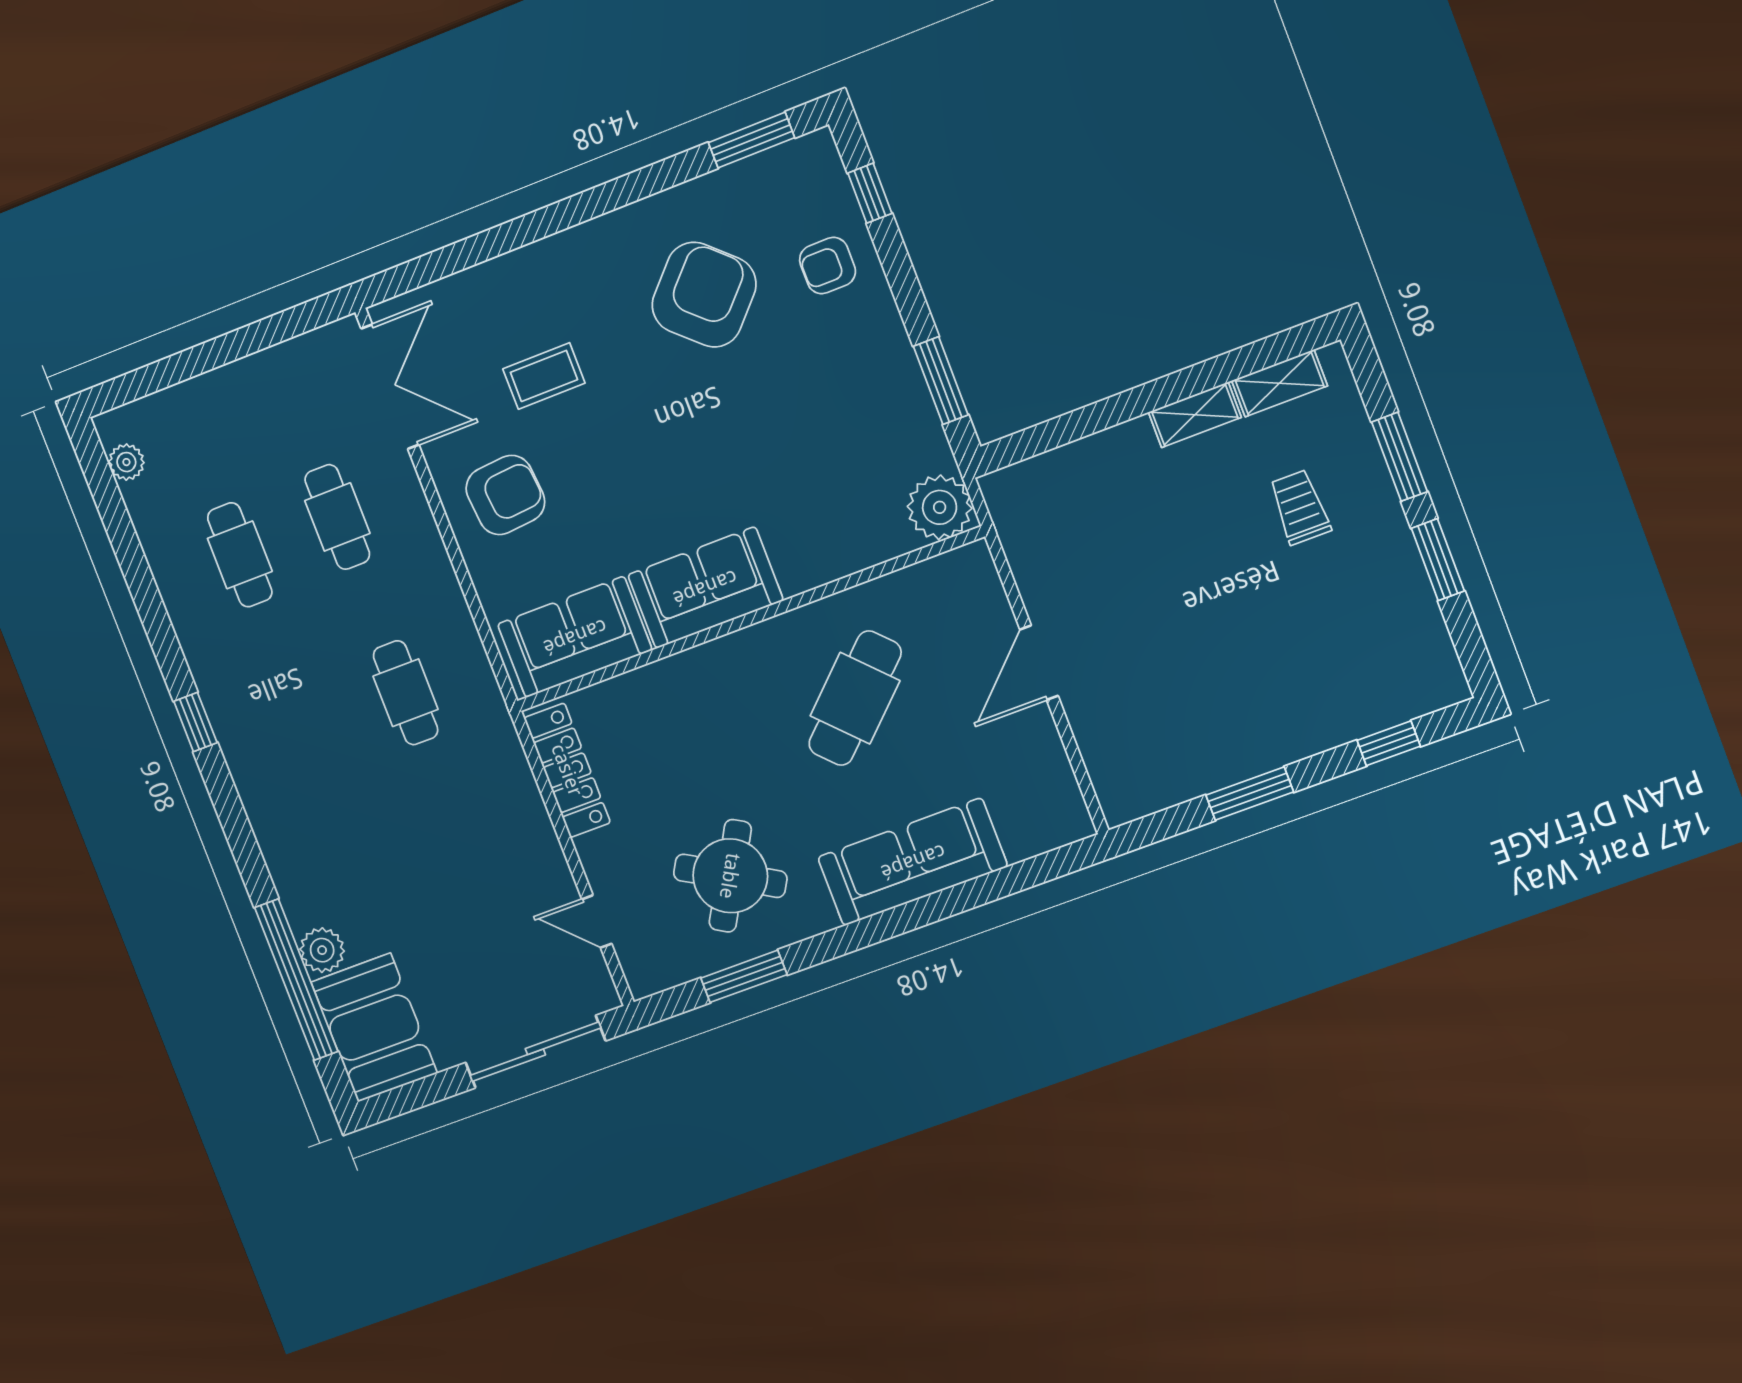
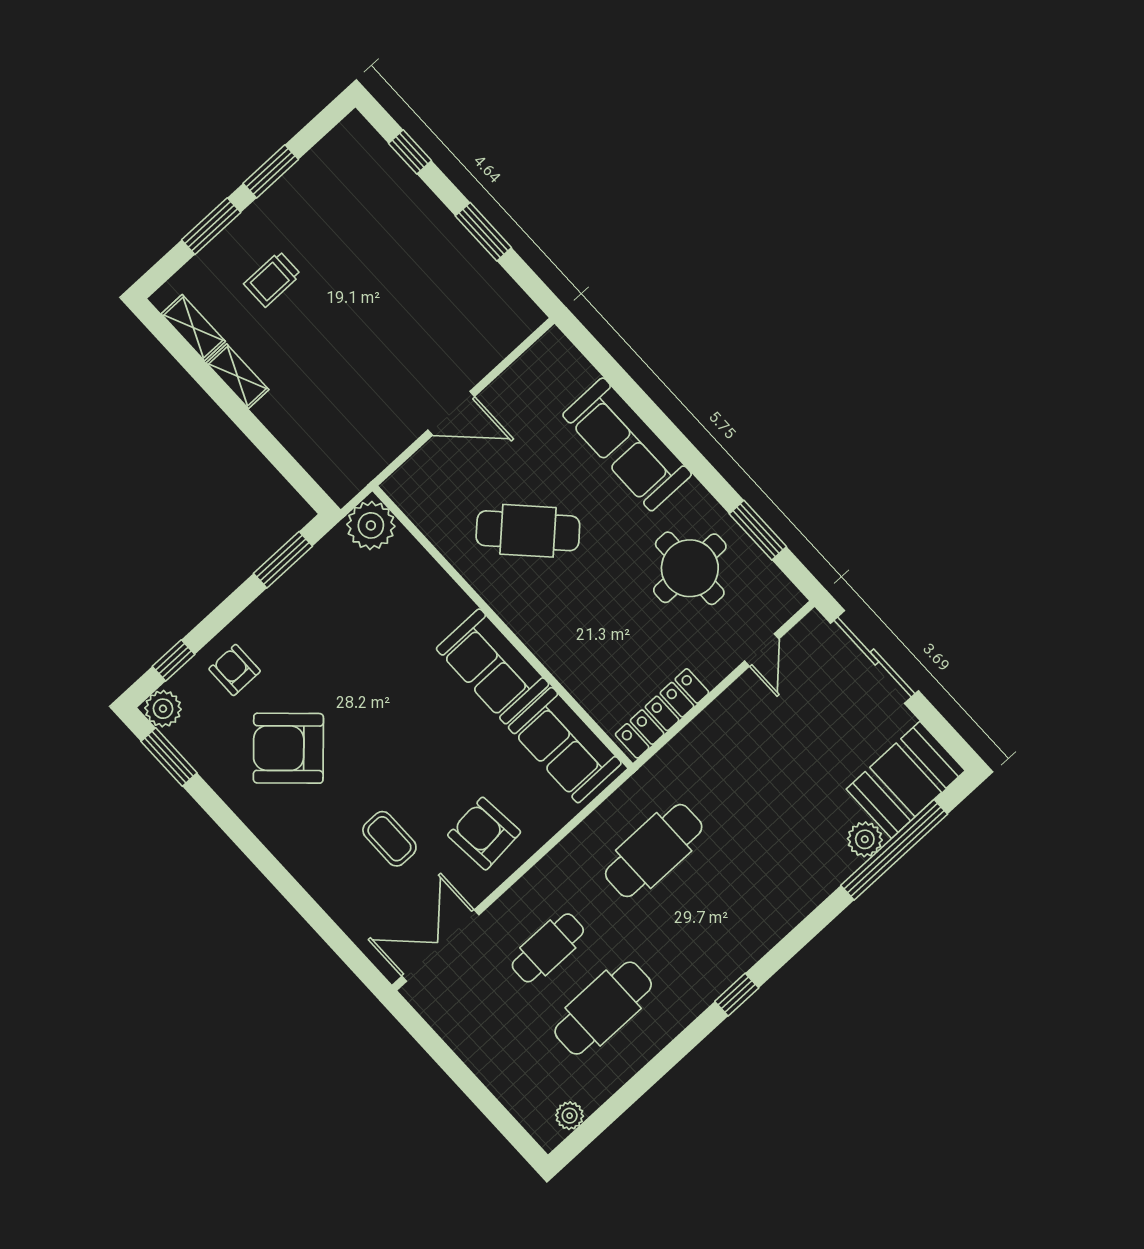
plant: (815, 156) -> (163, 709), added
armchair: (828, 266) -> (235, 670), turned 180
cafe table: (240, 555) -> (603, 1008), width x1.37, depth x1.35
cafe table: (406, 693) -> (654, 851), width x1.37, depth x1.35
round table: (730, 876) -> (690, 568), turned -30

